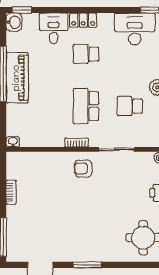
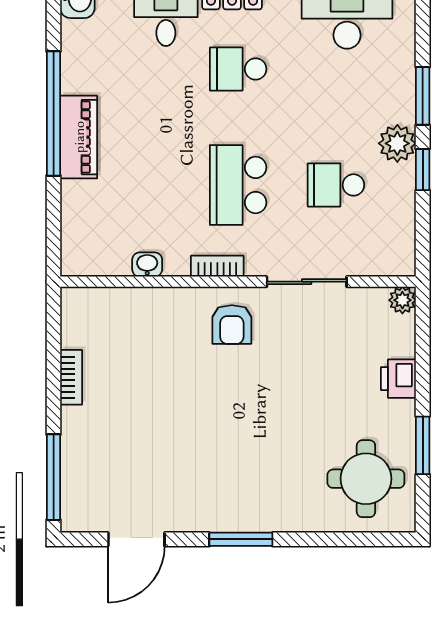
piano: (17, 78) -> (79, 137), width x0.73, depth x0.75
washbasin: (13, 142) -> (147, 265), moved
armchair: (83, 169) -> (232, 325), turned -90

